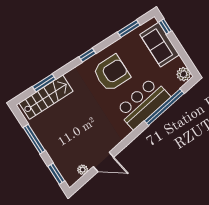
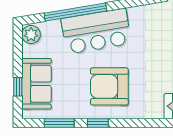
window: (165, 26) -> (18, 87), moved
window: (87, 55) -> (98, 123), moved

